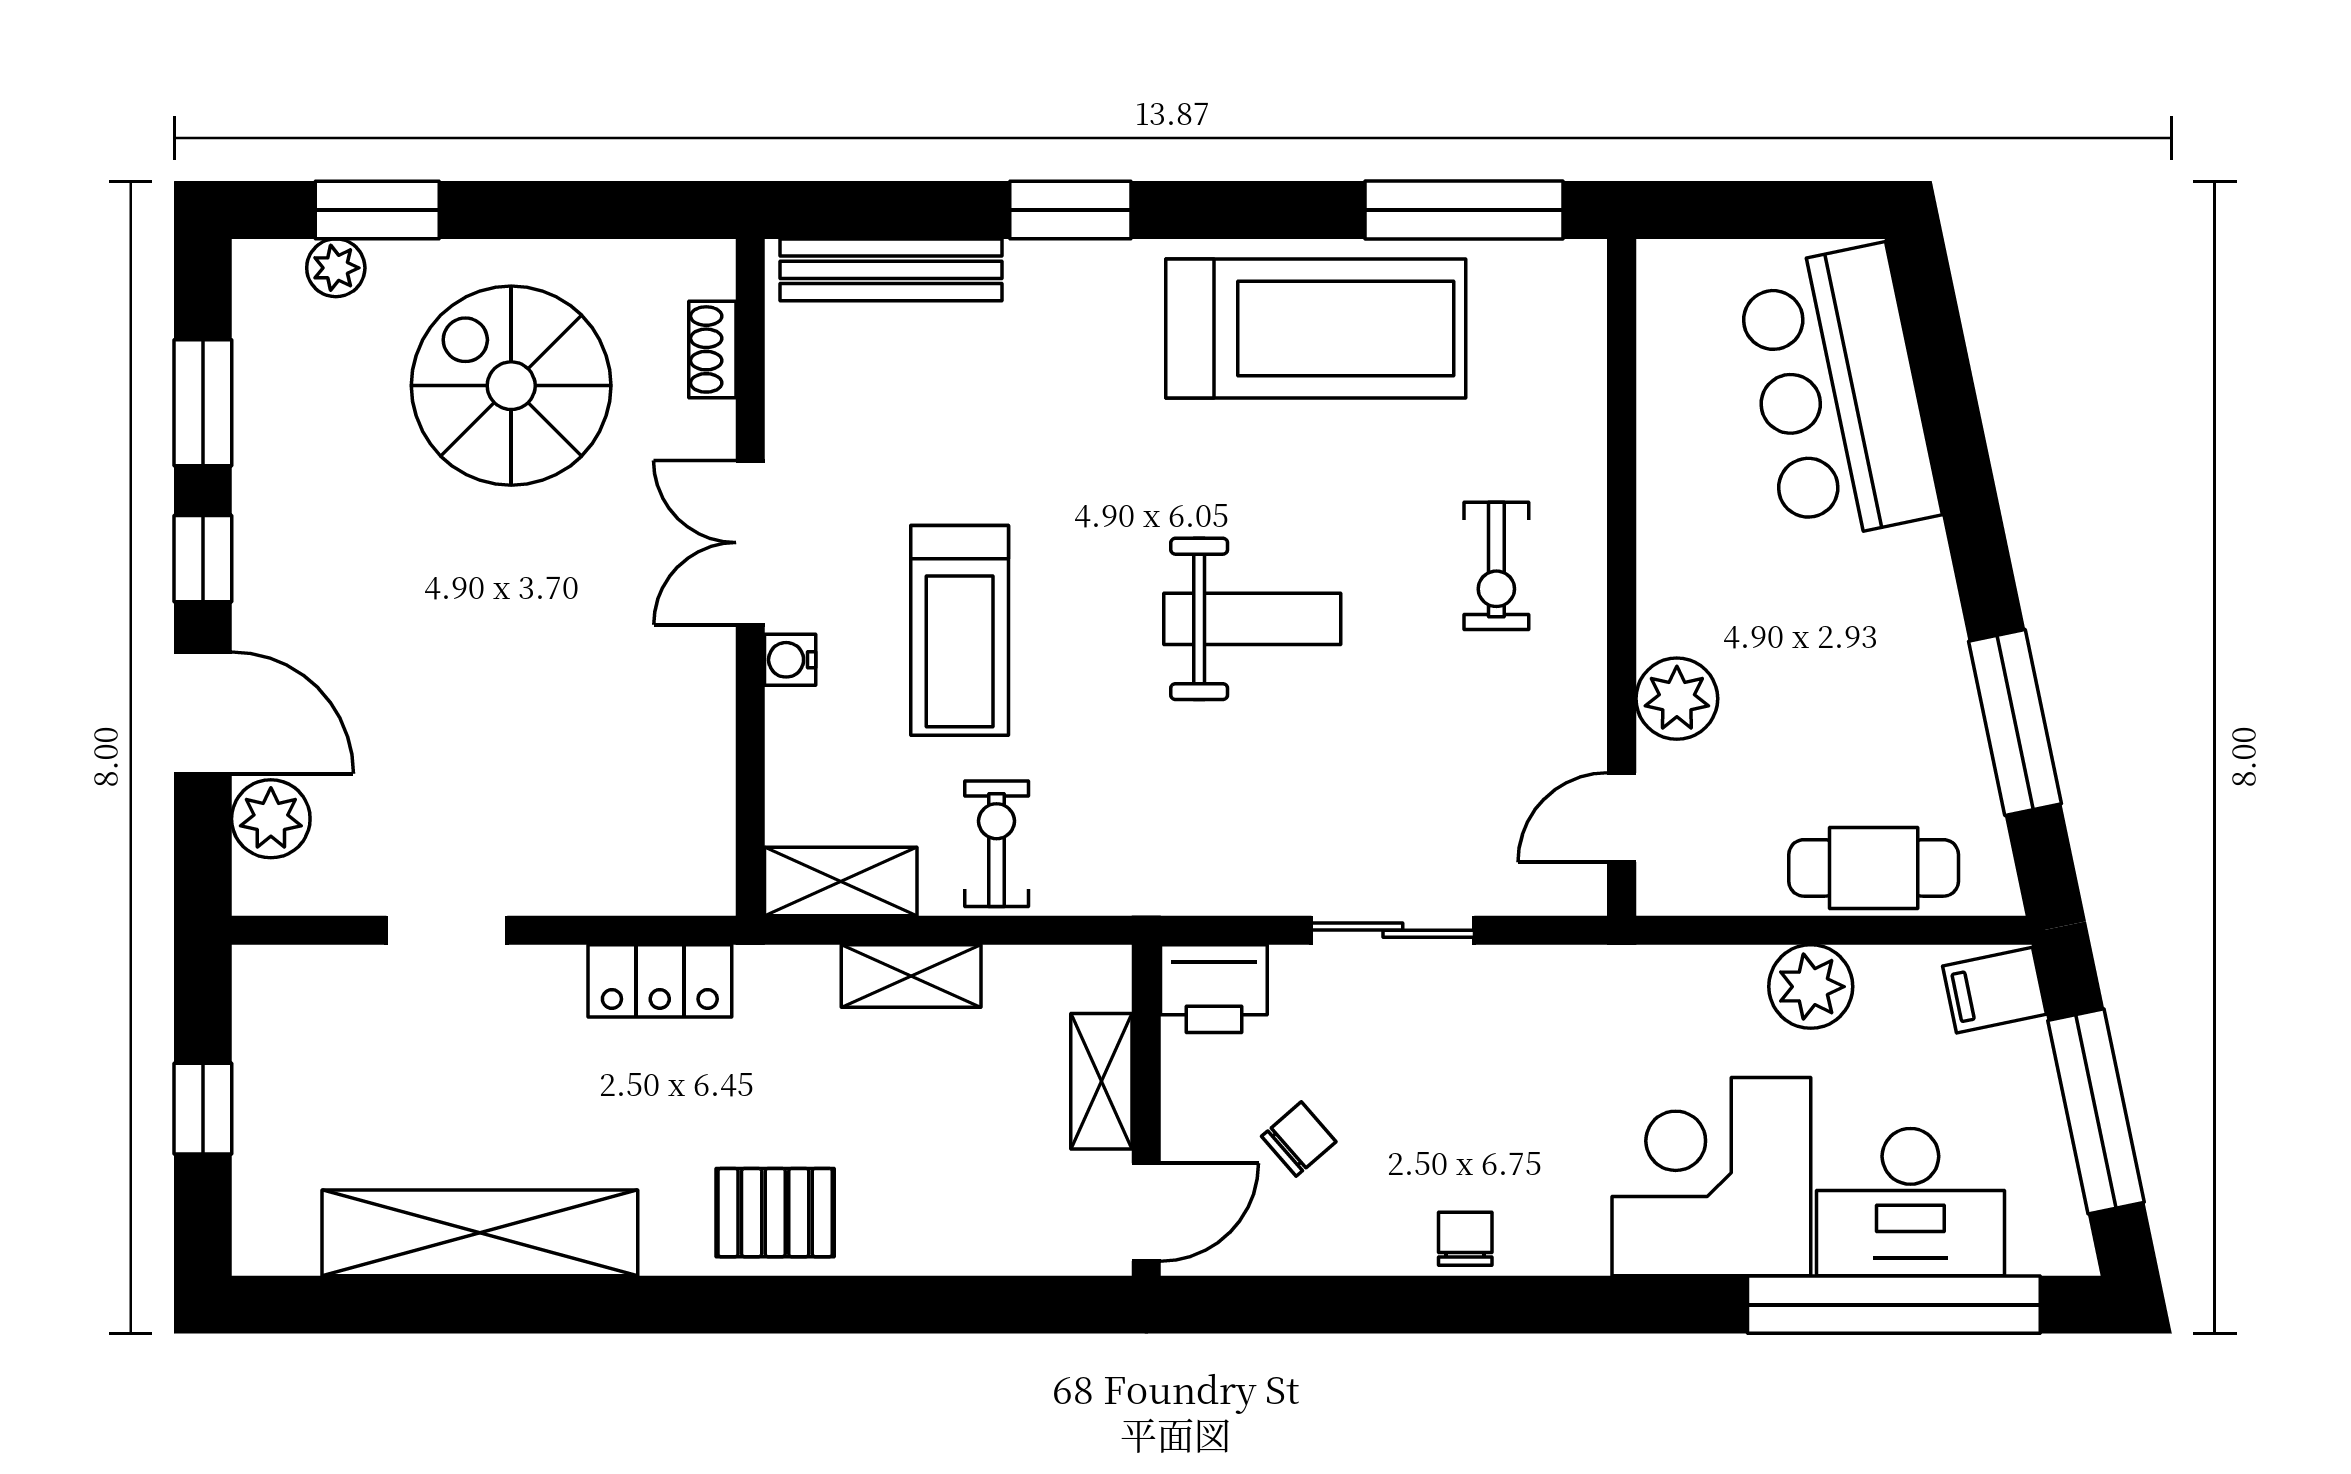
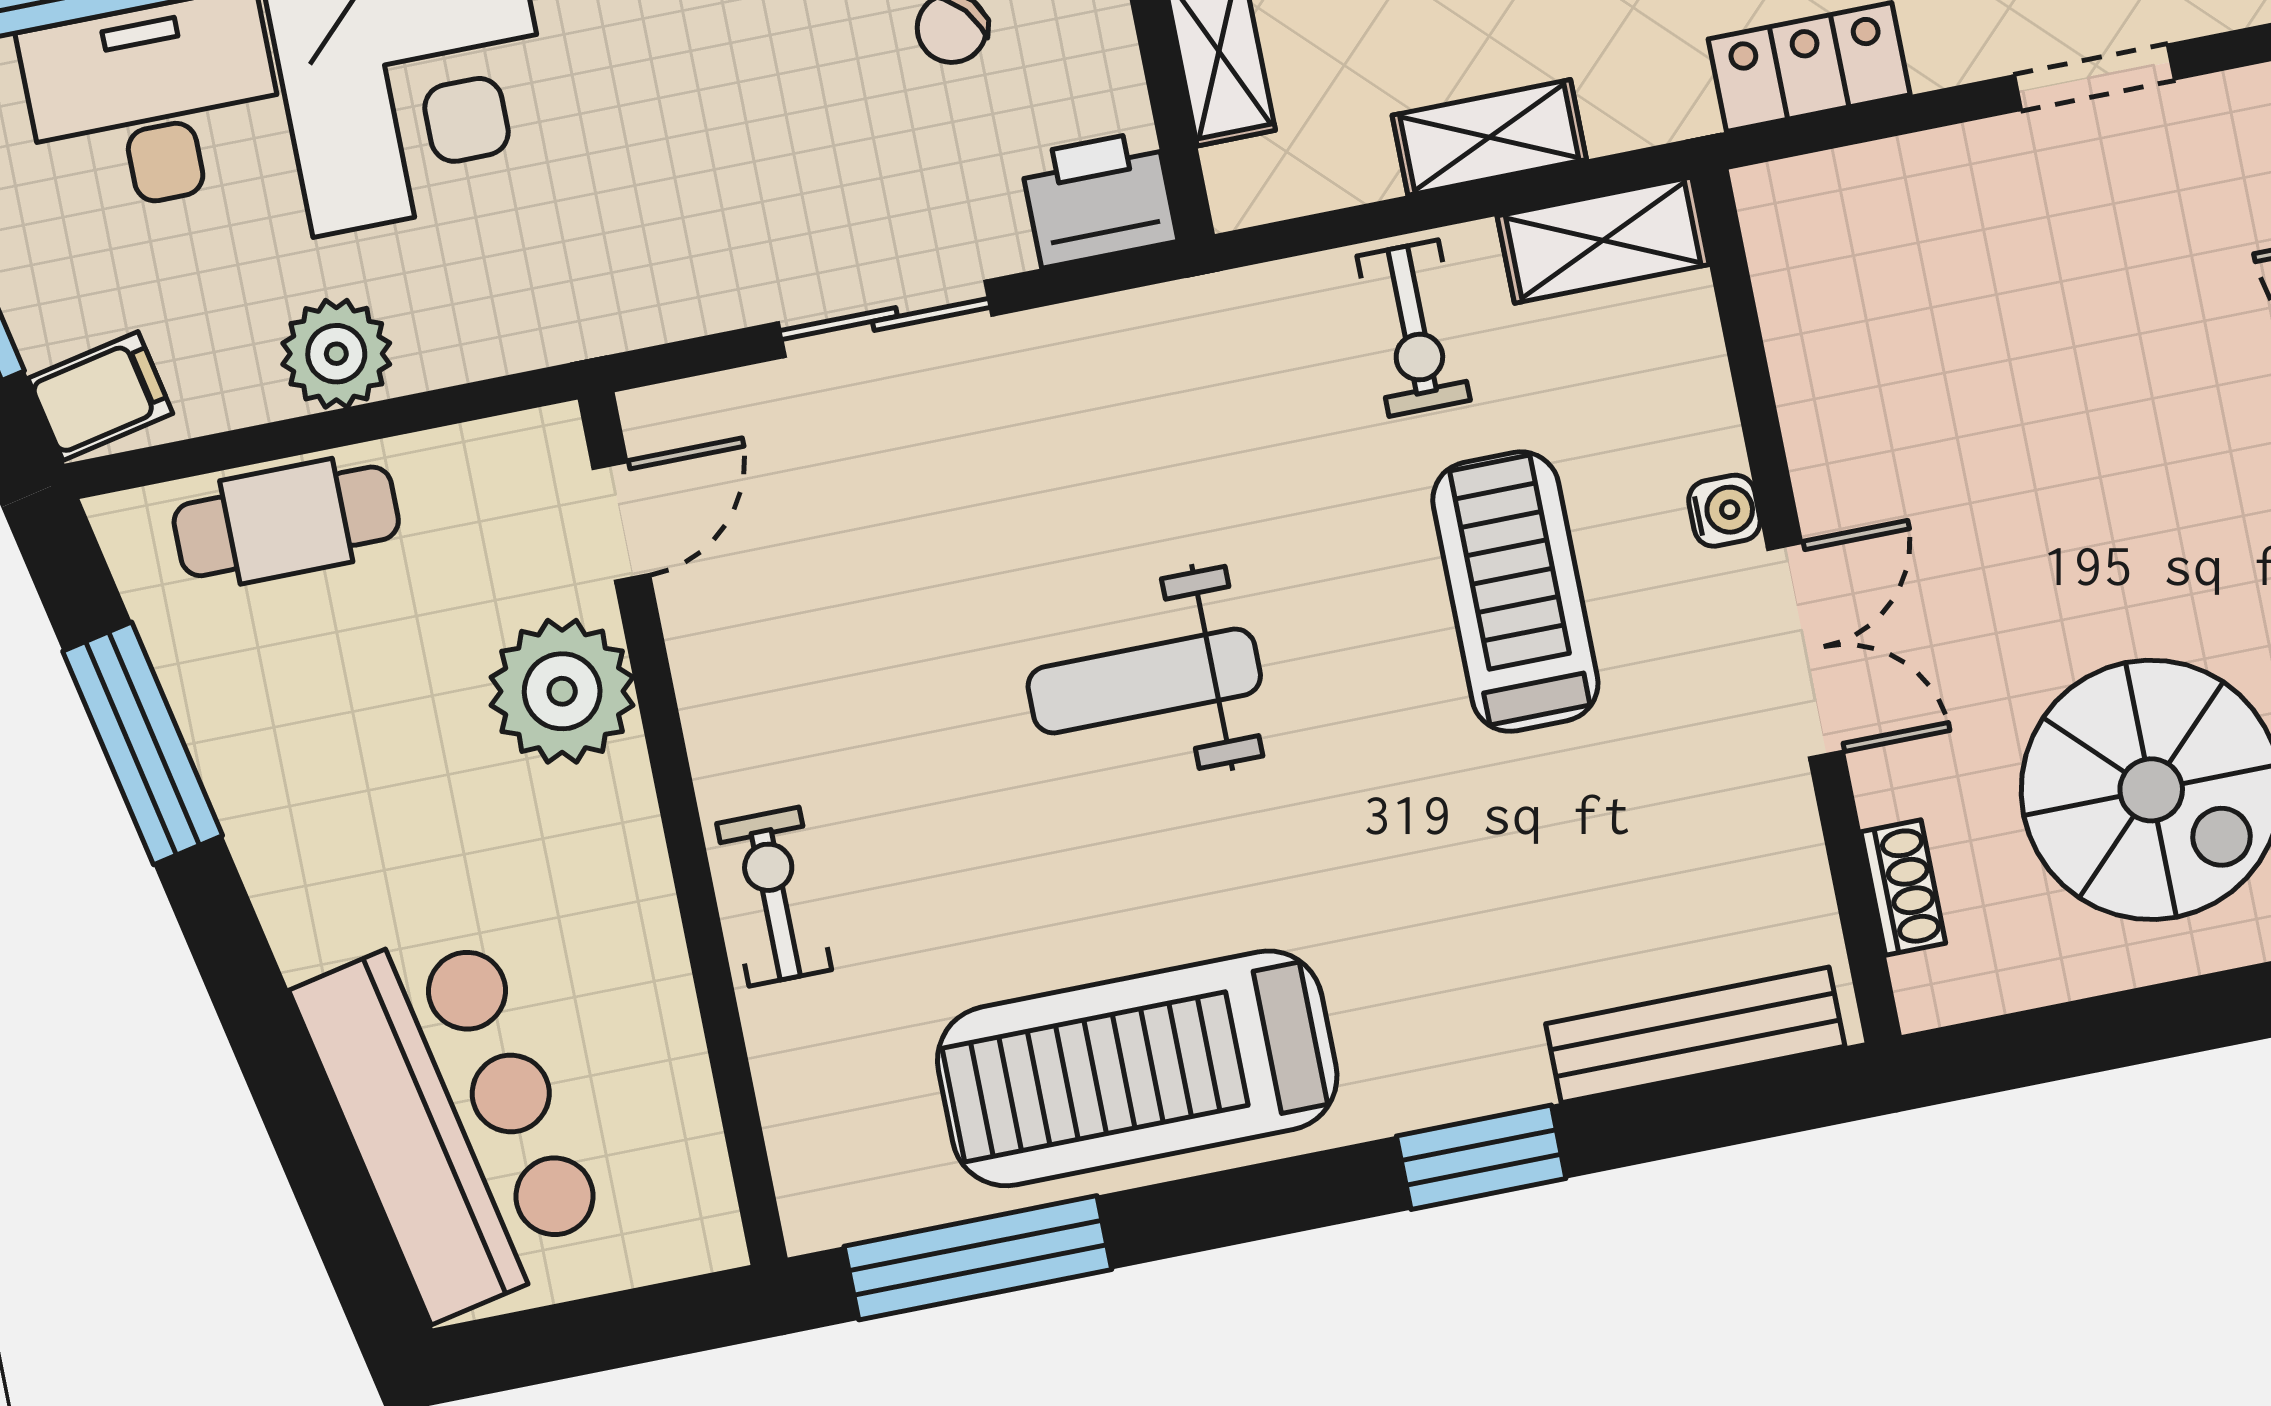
exercise bike: (1496, 566) -> (774, 897), moved
plant: (1677, 699) -> (562, 691), width x1.36, depth x1.36

